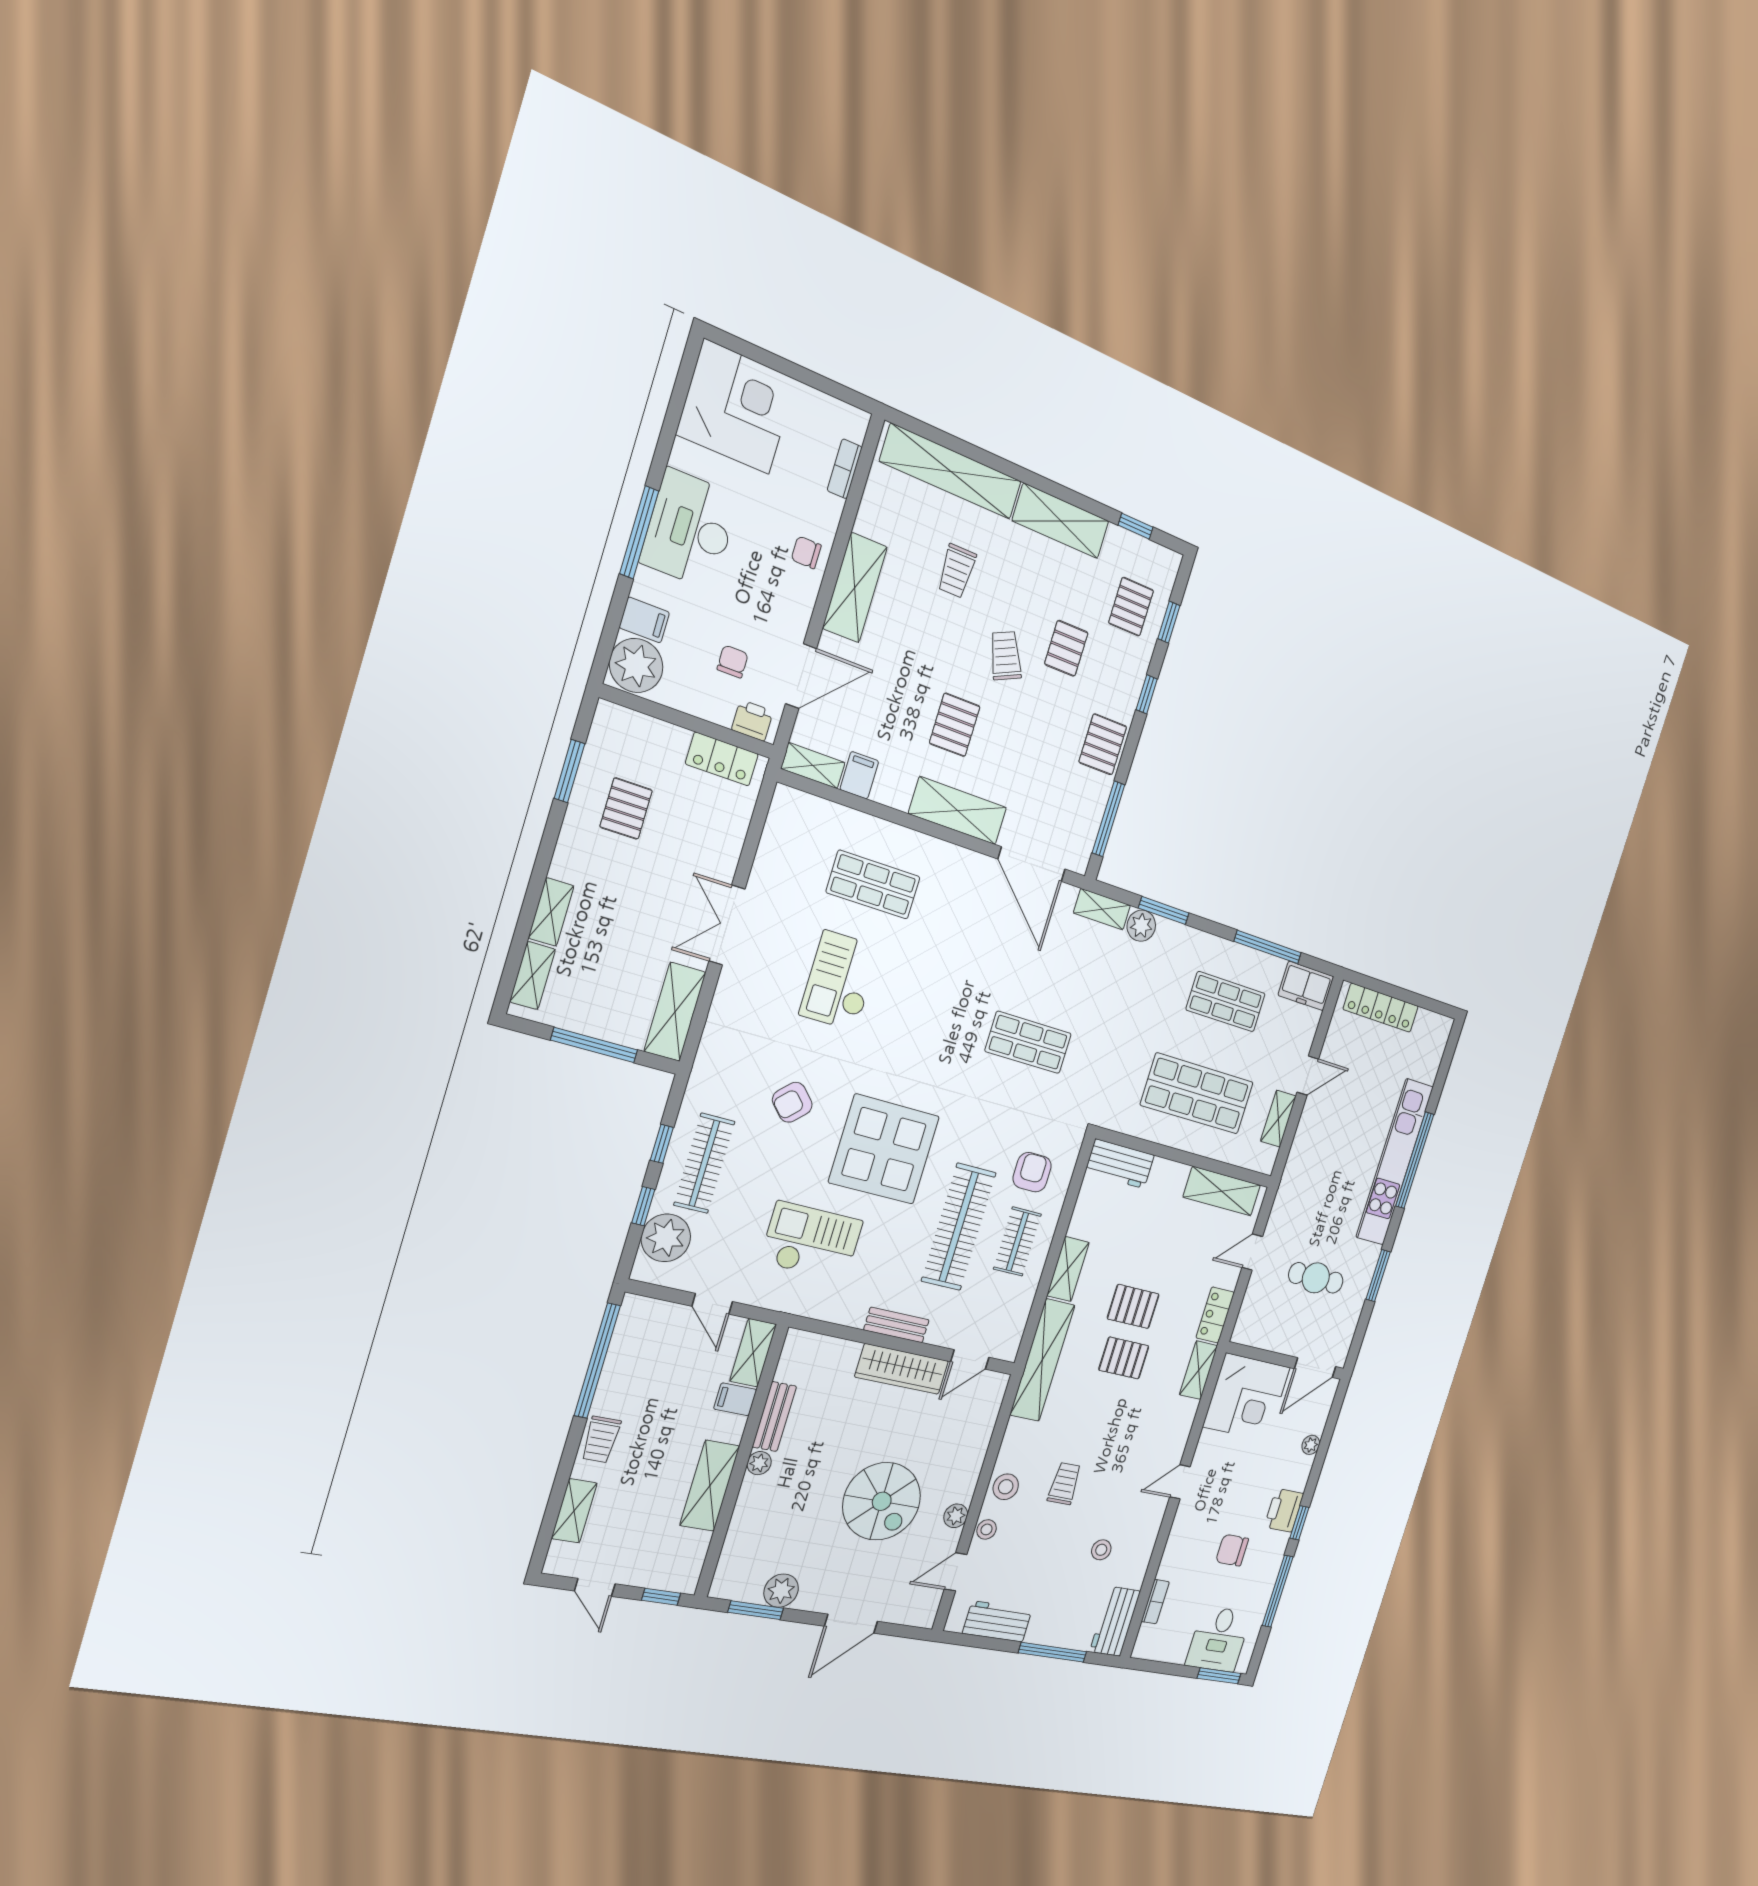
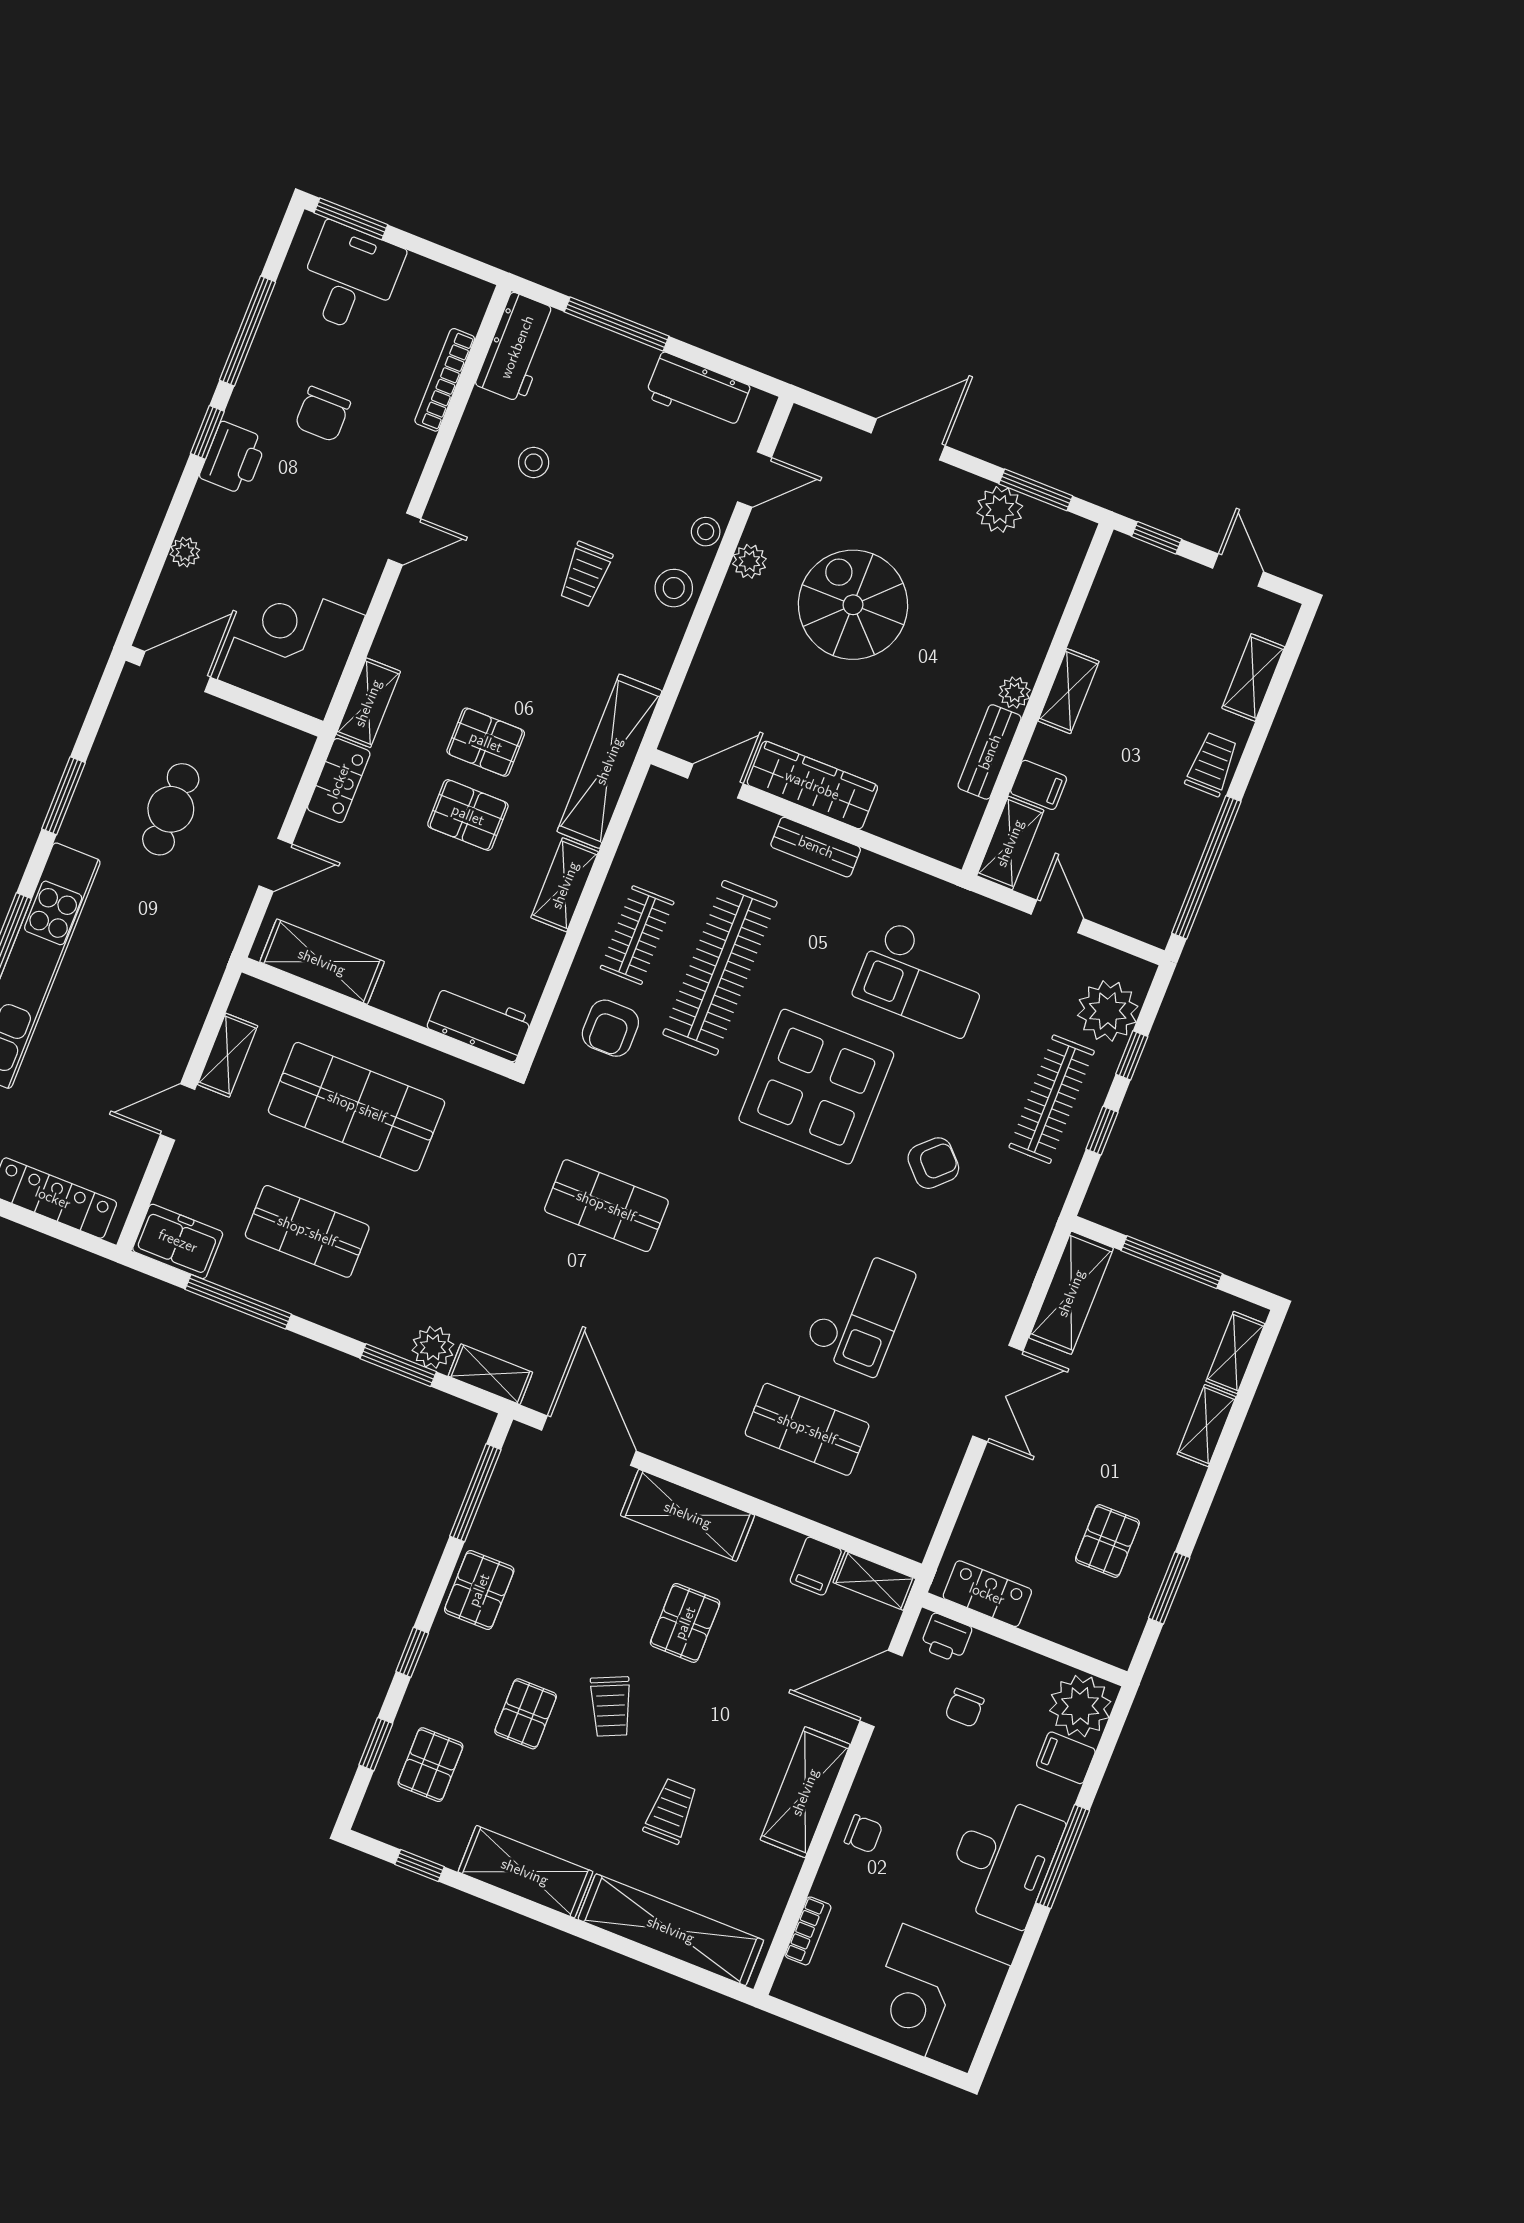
cafe table: (1316, 1278) -> (171, 809), turned 90
shelving: (710, 1486) -> (1069, 691), width x0.67, depth x0.75
chair: (1232, 1550) -> (323, 414), turned 90
bookcase: (1155, 1602) -> (445, 380), width x1.56

